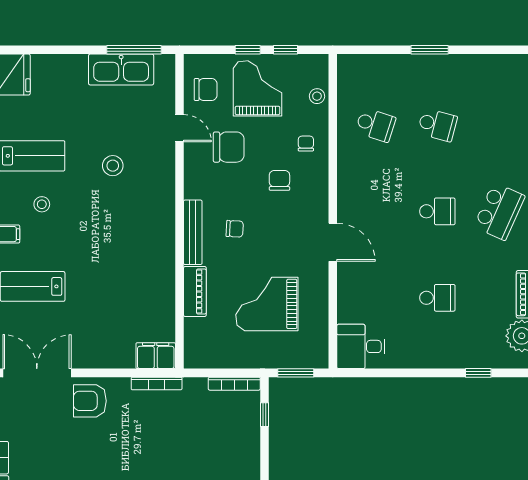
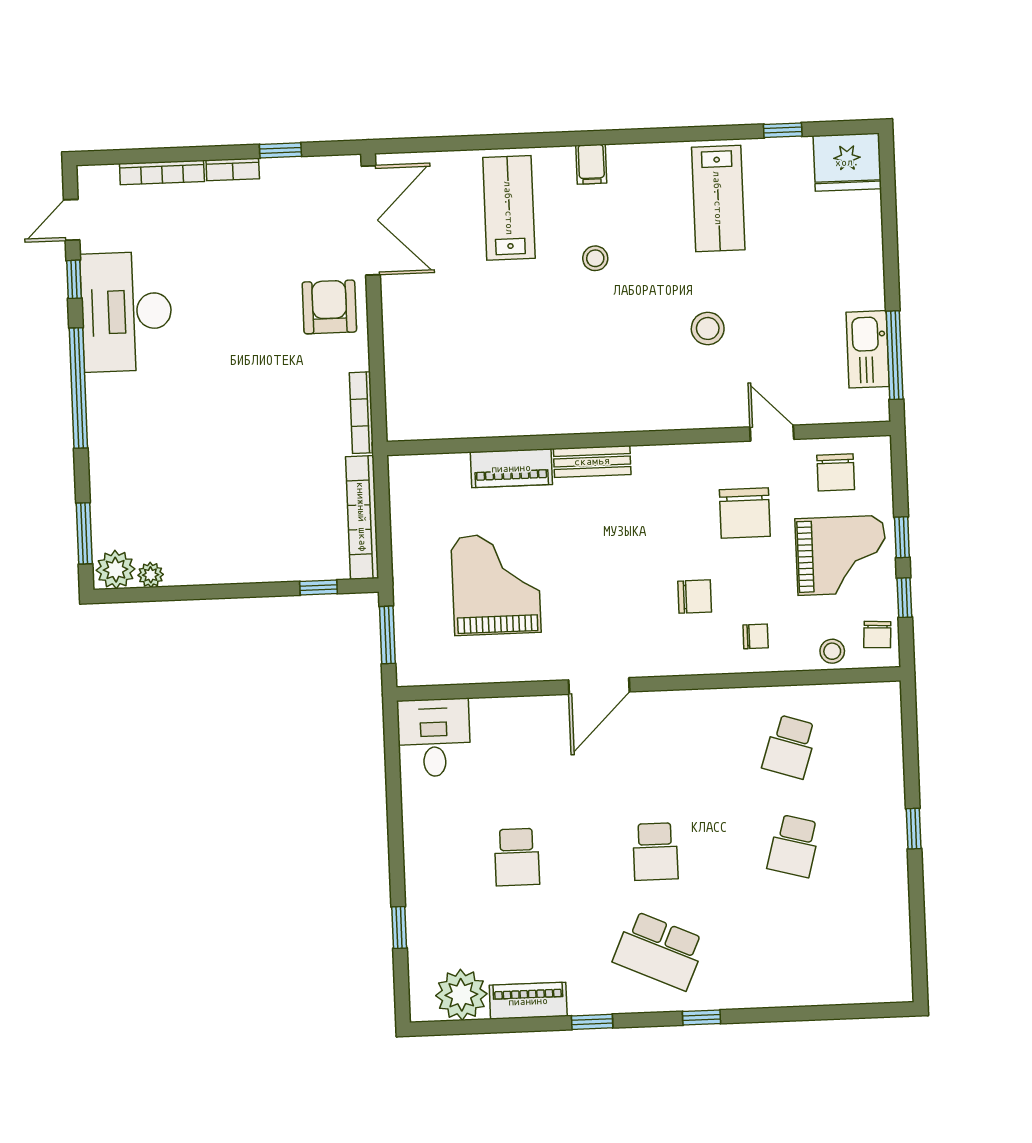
window: (430, 50) -> (914, 829), width x0.67
kitchen sink: (121, 70) -> (868, 349), width x0.73, depth x0.81
door: (180, 128) -> (772, 433), swing flipped
stool: (42, 204) -> (595, 258), moved
chair: (235, 229) -> (877, 635), moved
bench: (193, 232) -> (592, 461), width x0.73
filing cabinet: (156, 356) -> (406, 410), removed
bookcase: (234, 384) -> (362, 517), width x1.48, depth x1.31

